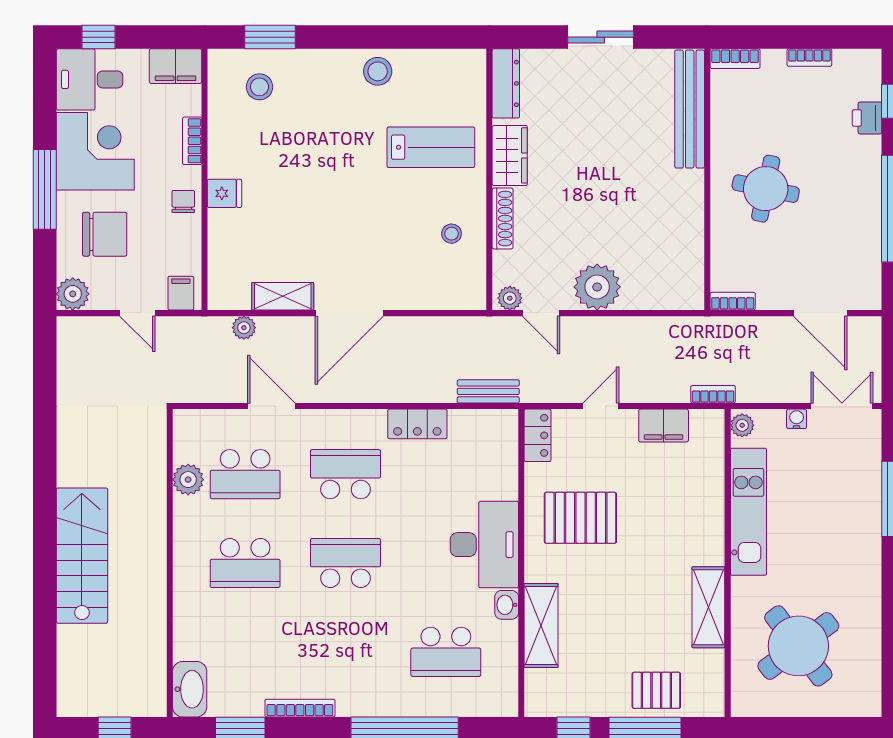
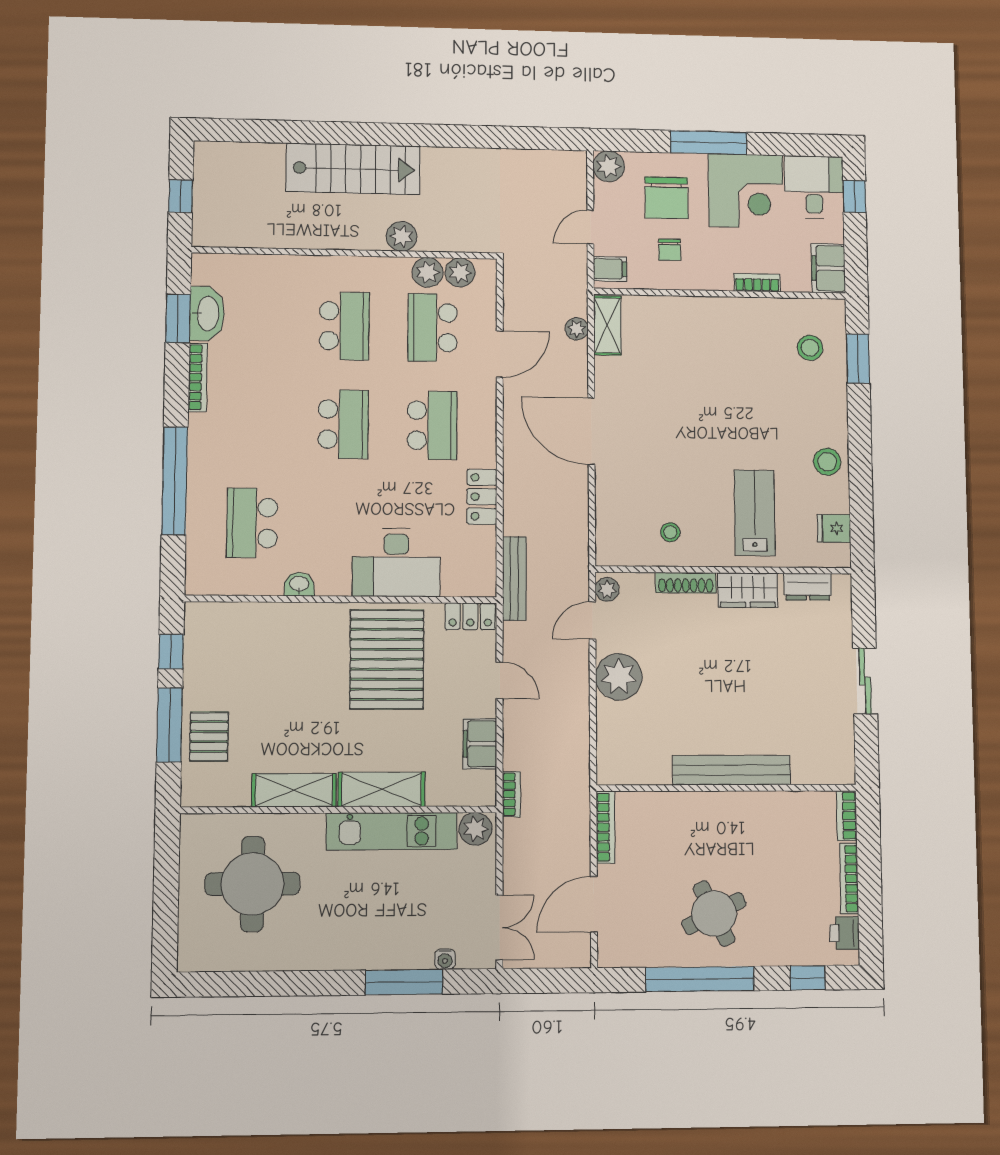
bookcase: (809, 58) -> (849, 879), width x1.56
dresser: (506, 83) -> (808, 587), width x0.70
bench: (690, 109) -> (731, 770), moved
printer: (867, 118) -> (845, 933), moved, turned -90
lab bench: (431, 147) -> (755, 513), turned 180
round table: (766, 189) -> (714, 913), moved, turned -38
fridge: (224, 193) -> (834, 528), moved, turned 90
chair: (183, 201) -> (670, 250), moved, turned 90
shelving: (283, 296) -> (607, 325), moved
bookcase: (733, 301) -> (605, 827), width x1.56
bench: (488, 391) -> (514, 579), width x1.36
water cooler: (797, 419) -> (445, 959), moved, turned 90
plant: (742, 425) -> (475, 829), width x1.38, depth x1.38
plant: (188, 447) -> (460, 272), added
plant: (151, 506) -> (402, 236), added
pallet: (580, 518) -> (387, 659), width x1.37, depth x1.41
desk: (484, 545) -> (396, 563), moved
school desk: (245, 563) -> (344, 326), turned 180
shelving: (541, 626) -> (381, 789), moved
round table: (798, 646) -> (252, 884), turned 37
washbasin: (190, 689) -> (207, 314), moved, turned -90

